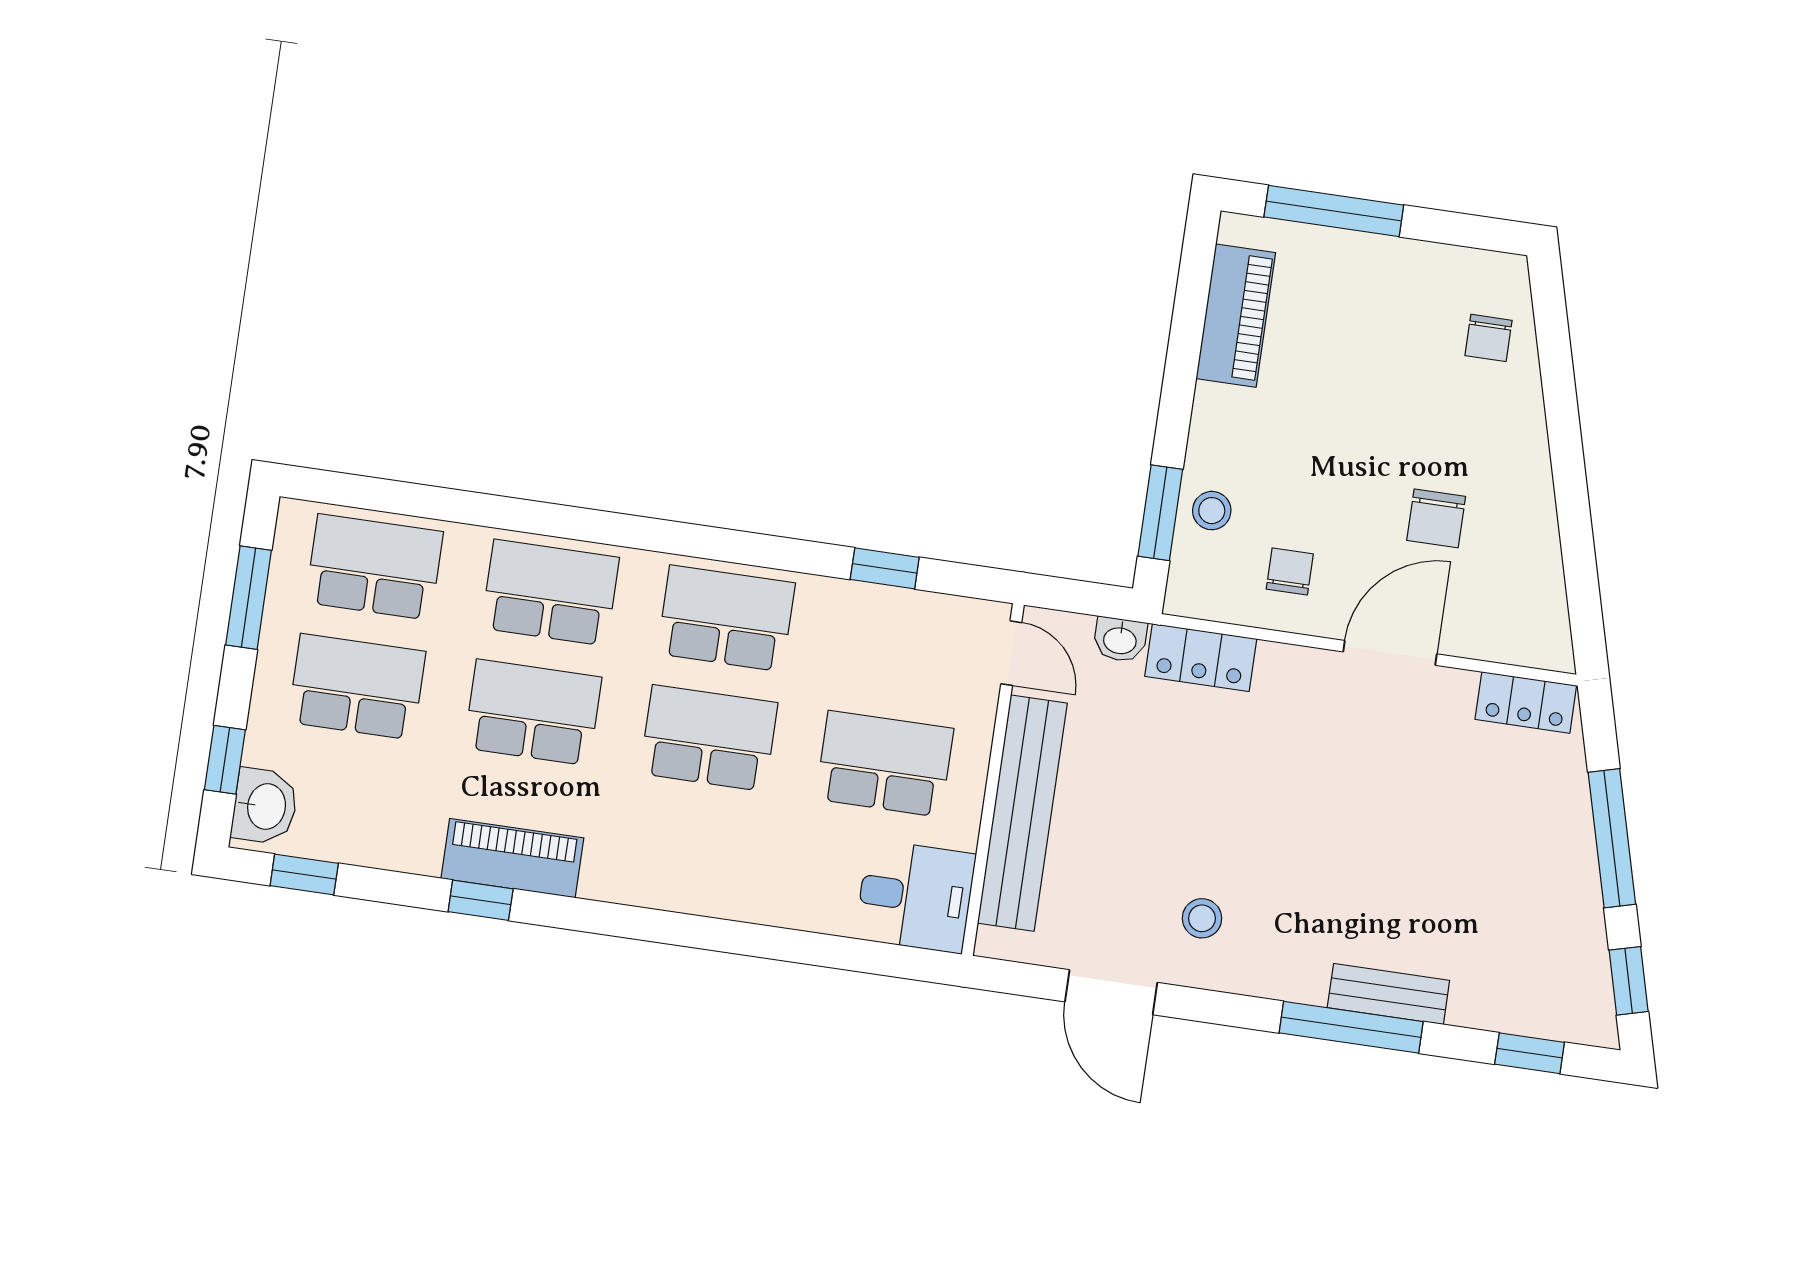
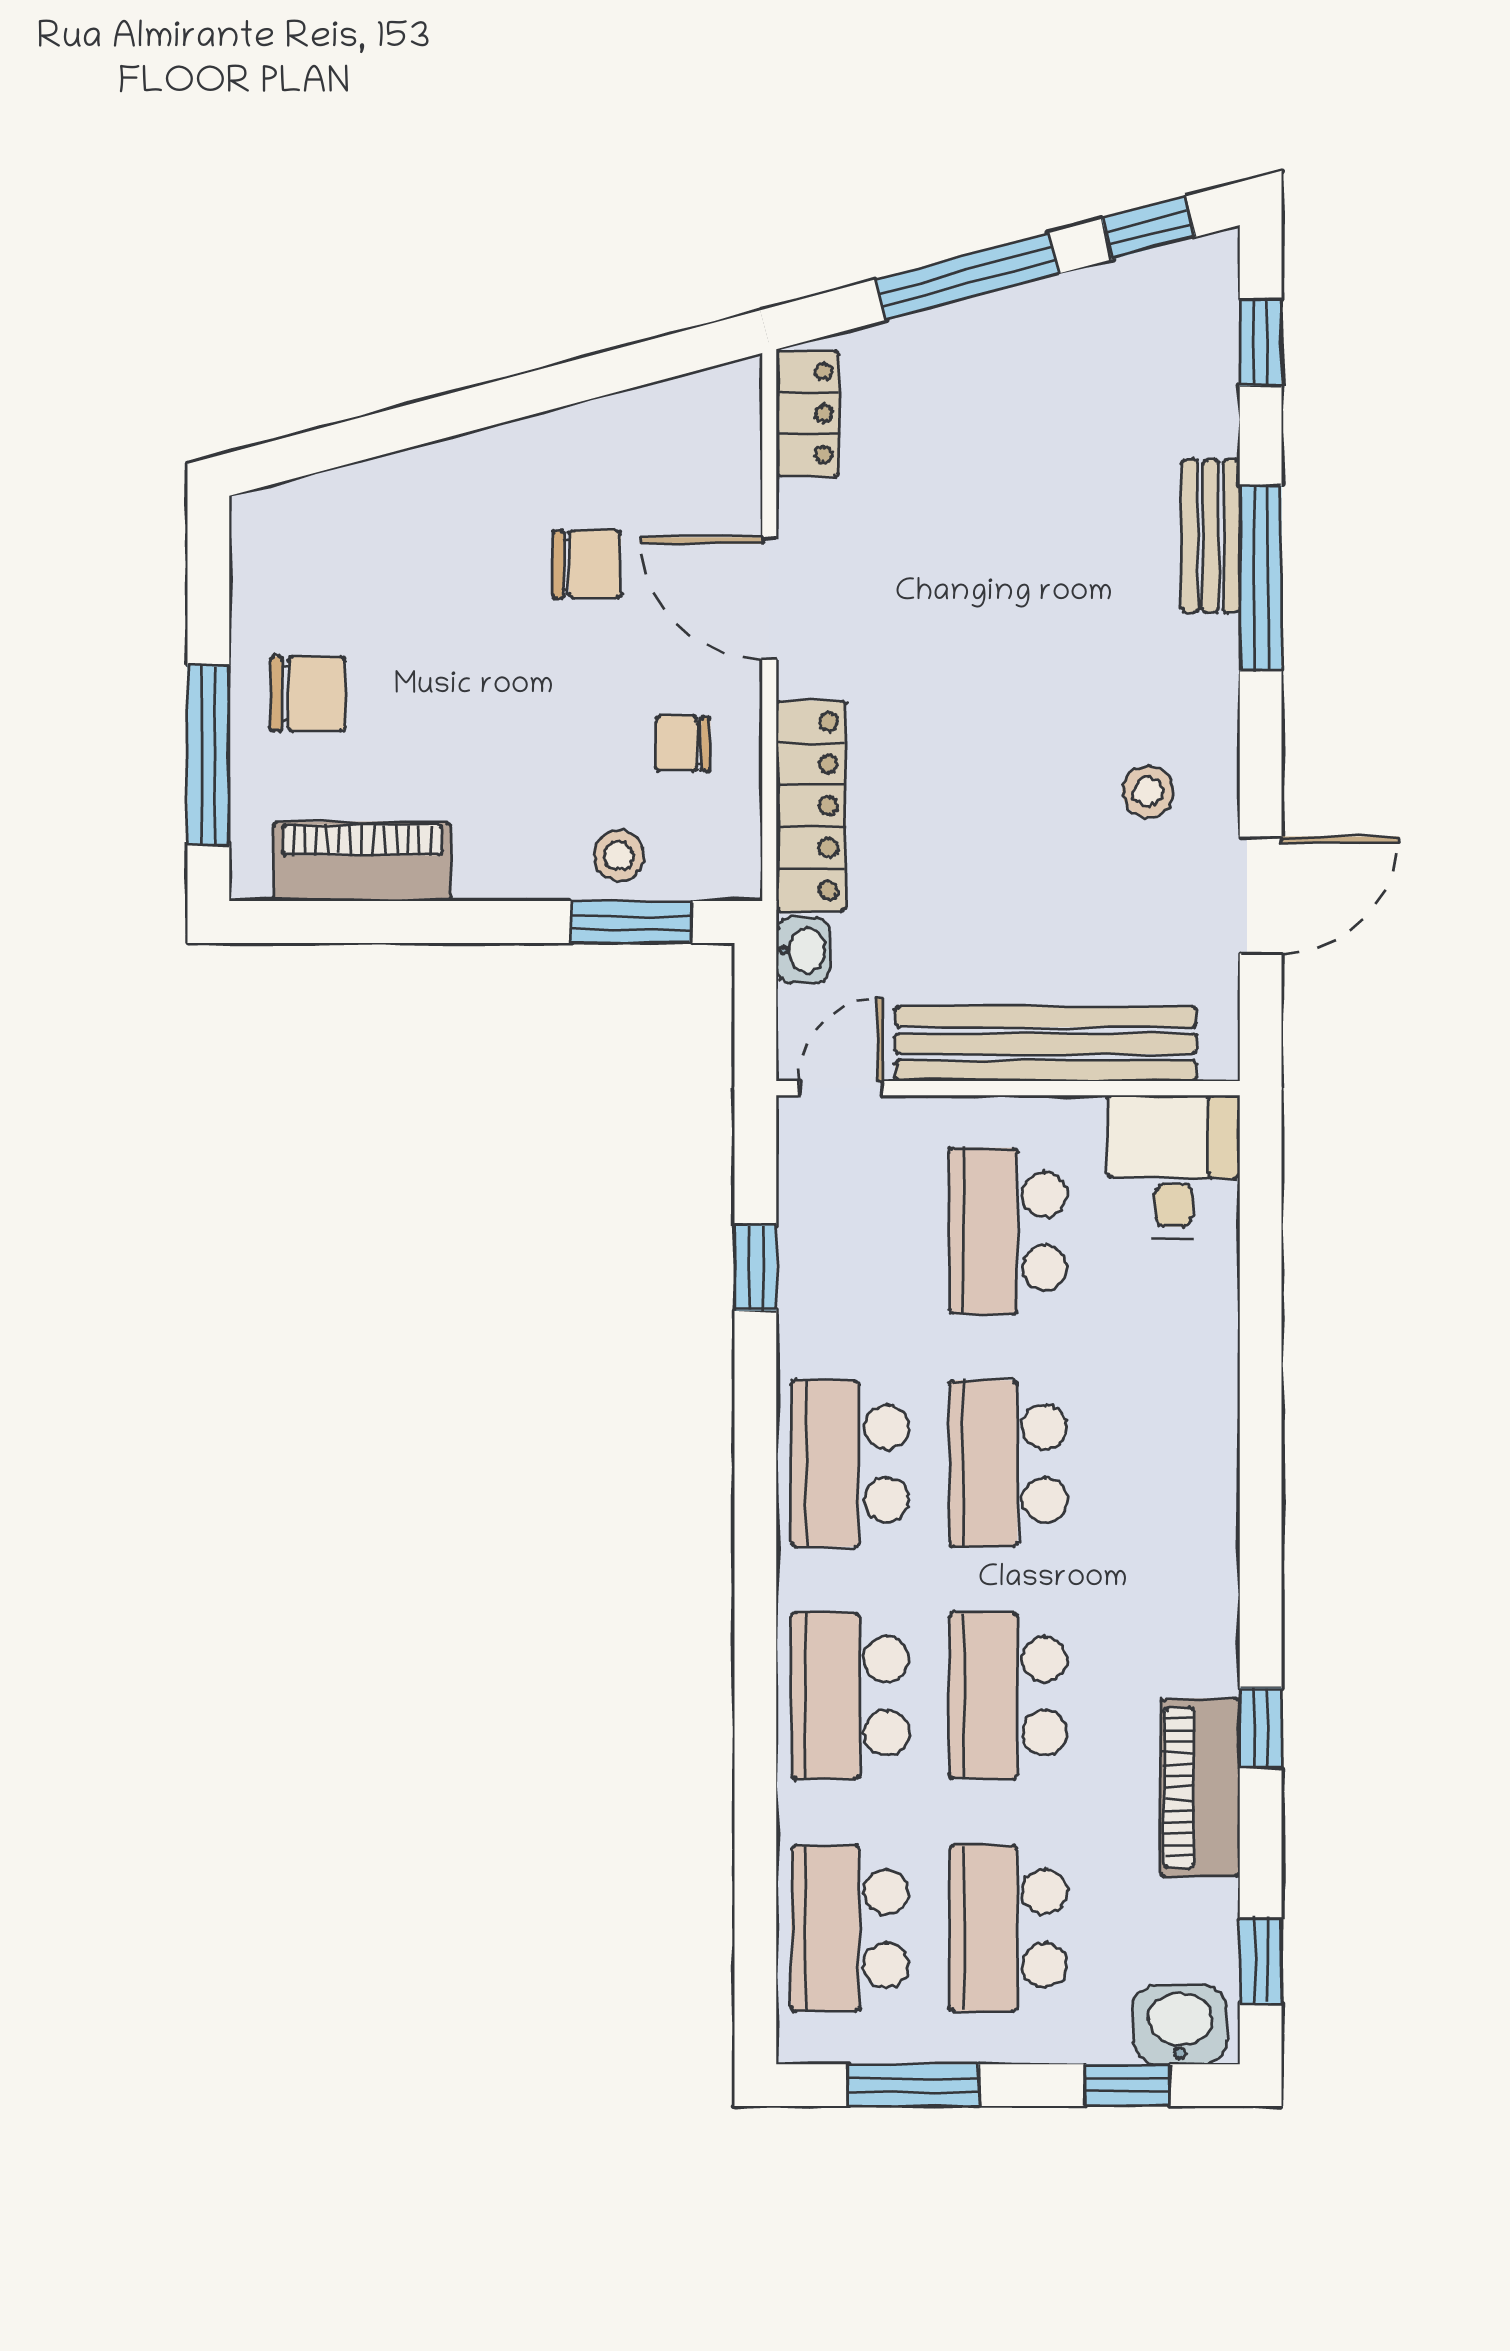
chair: (1488, 338) -> (308, 694), moved, width x1.37, depth x1.37
locker: (1201, 658) -> (811, 806), width x1.53
piano: (512, 858) -> (1200, 1787), moved

